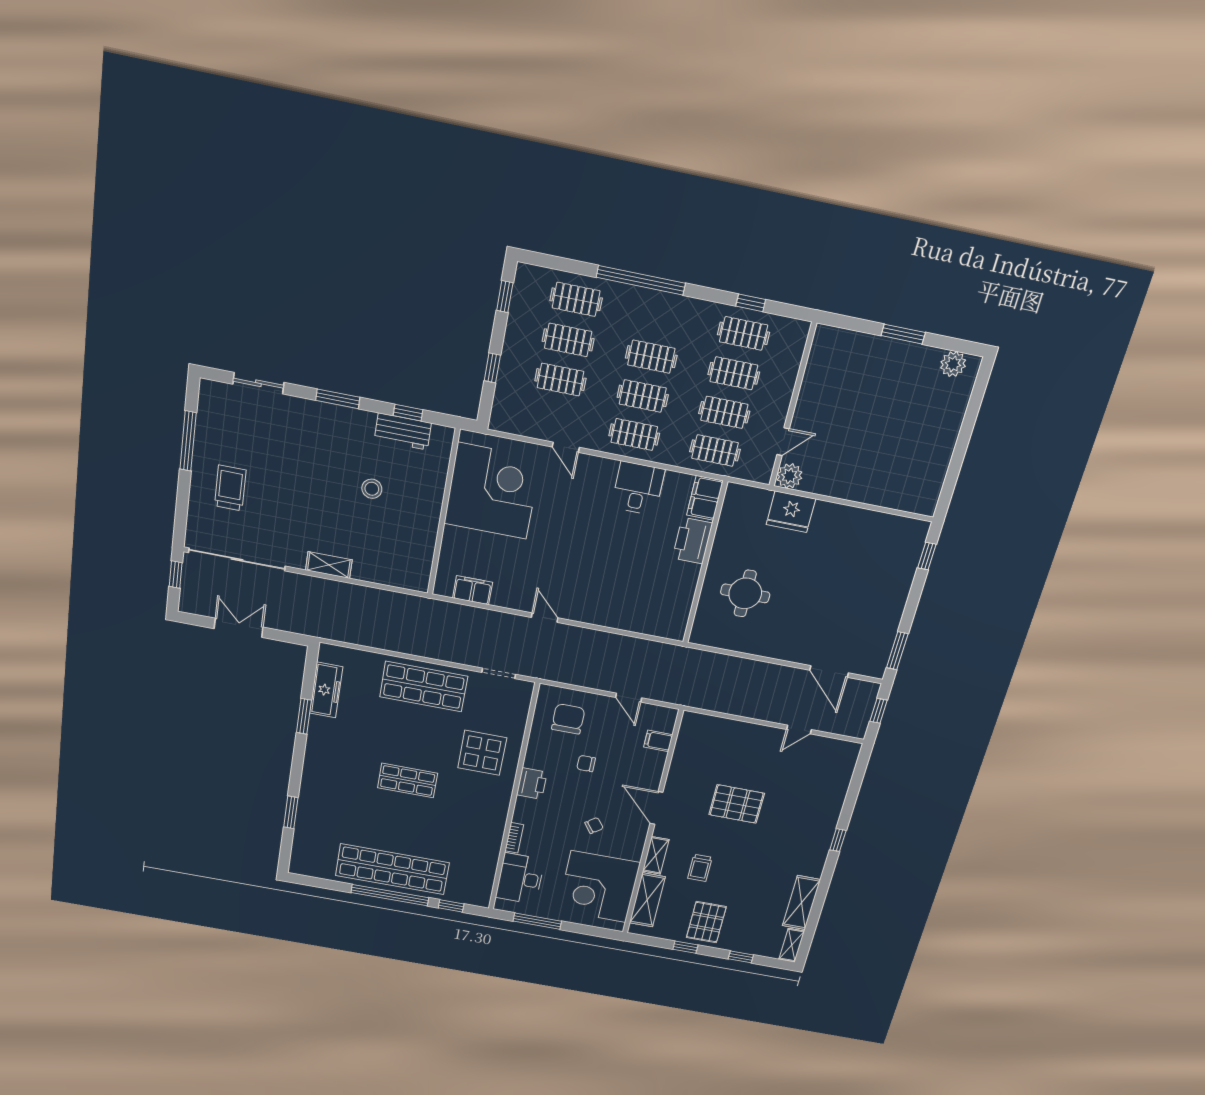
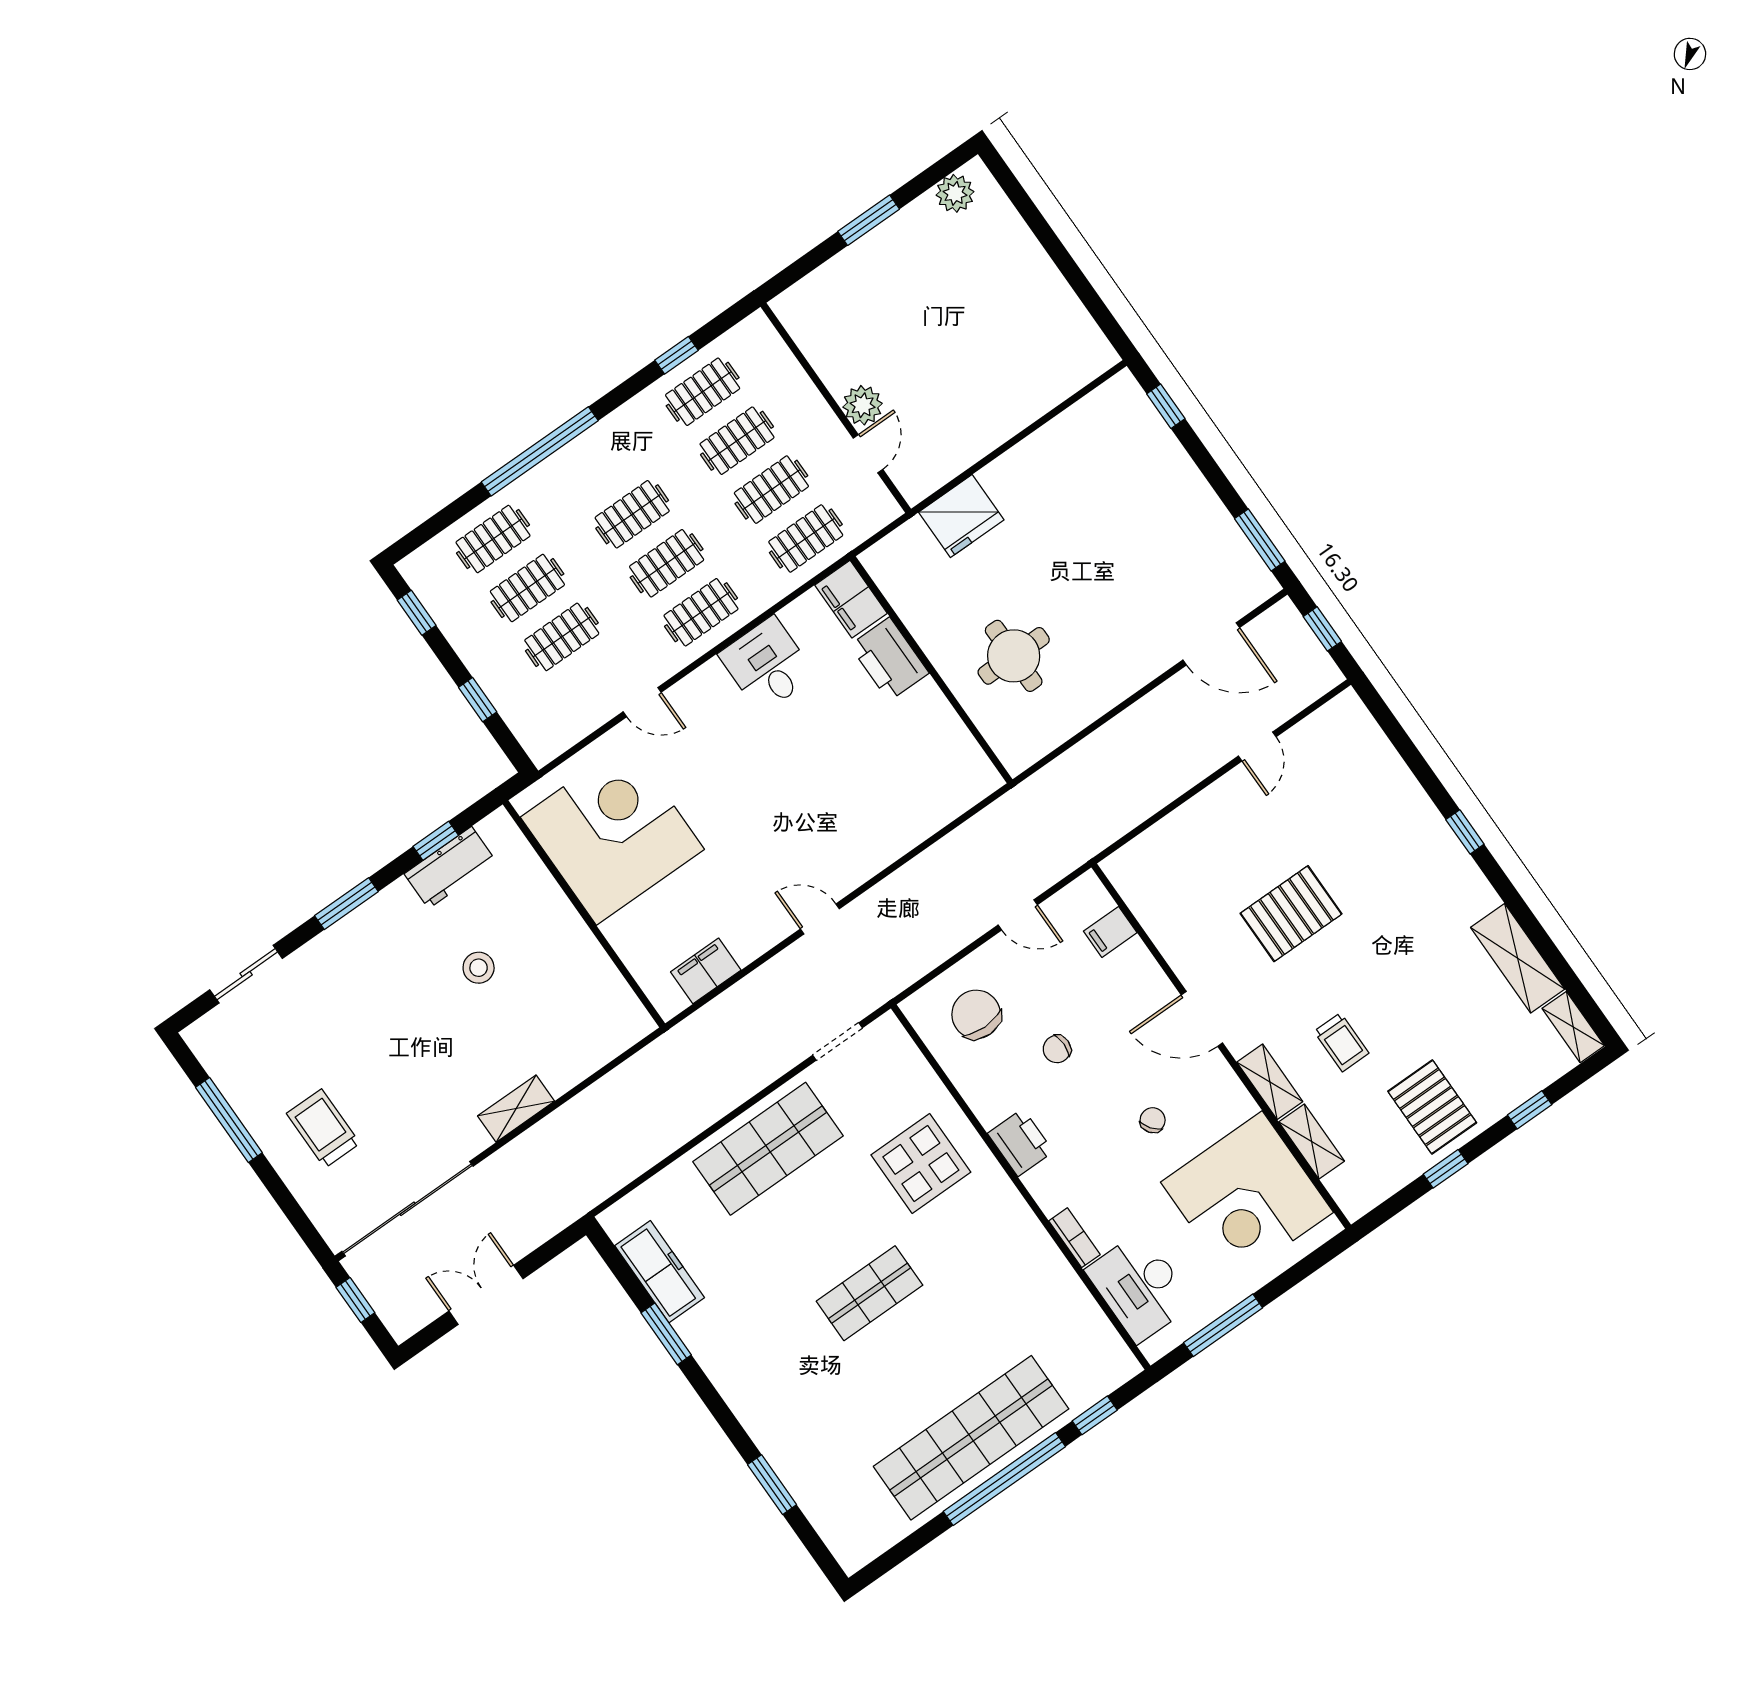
plant: (789, 476) -> (863, 405), moved
shelving: (647, 900) -> (1312, 1142), width x0.67, depth x0.75

